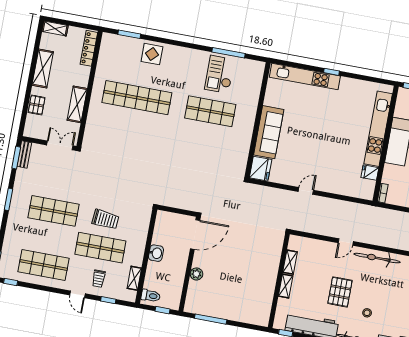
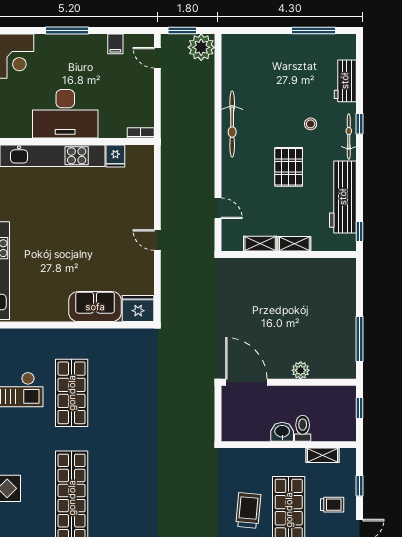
sofa: (269, 132) -> (95, 307), width x0.73
door: (346, 242) -> (218, 208), moved
pallet: (340, 292) -> (289, 167), turned 90
toilet: (151, 296) -> (303, 428), moved

